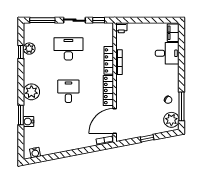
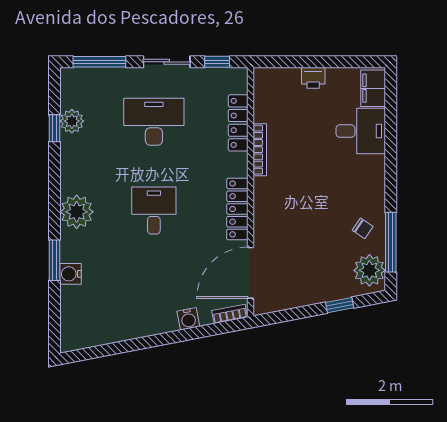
printer: (121, 28) -> (313, 78), moved
locker: (109, 60) -> (238, 123), moved
window: (147, 138) -> (340, 305), moved
water cooler: (35, 153) -> (188, 319), moved

